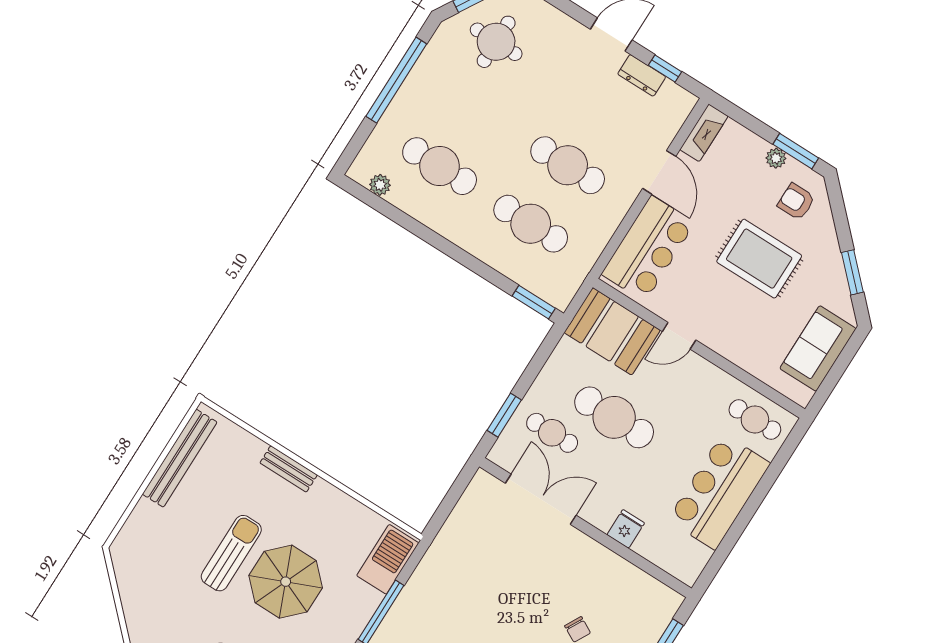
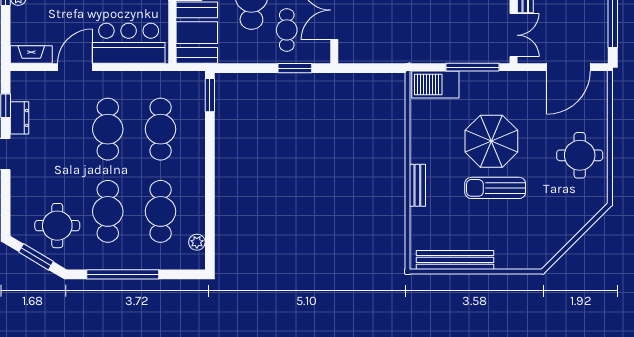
cafe table: (476, 108) -> (108, 211), added

